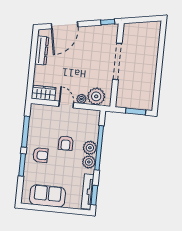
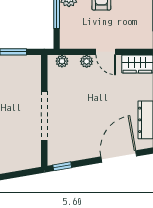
plant: (96, 96) -> (62, 61), width x0.53, depth x0.53

